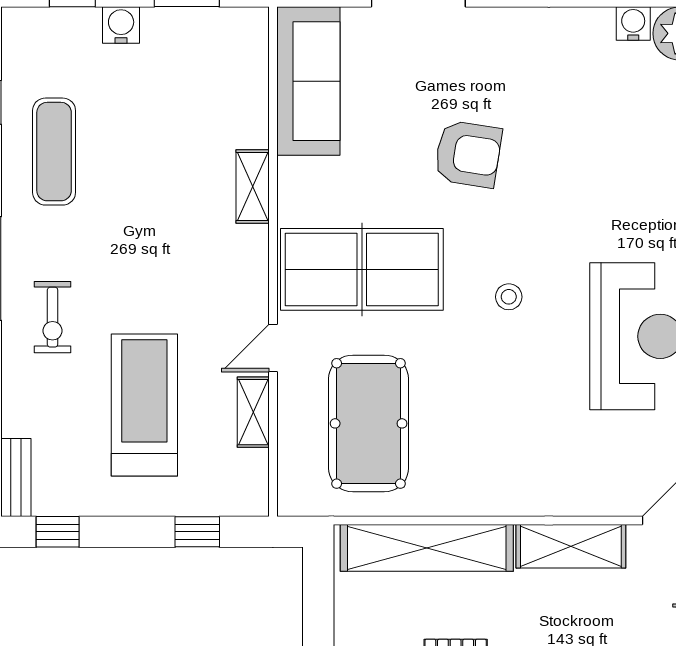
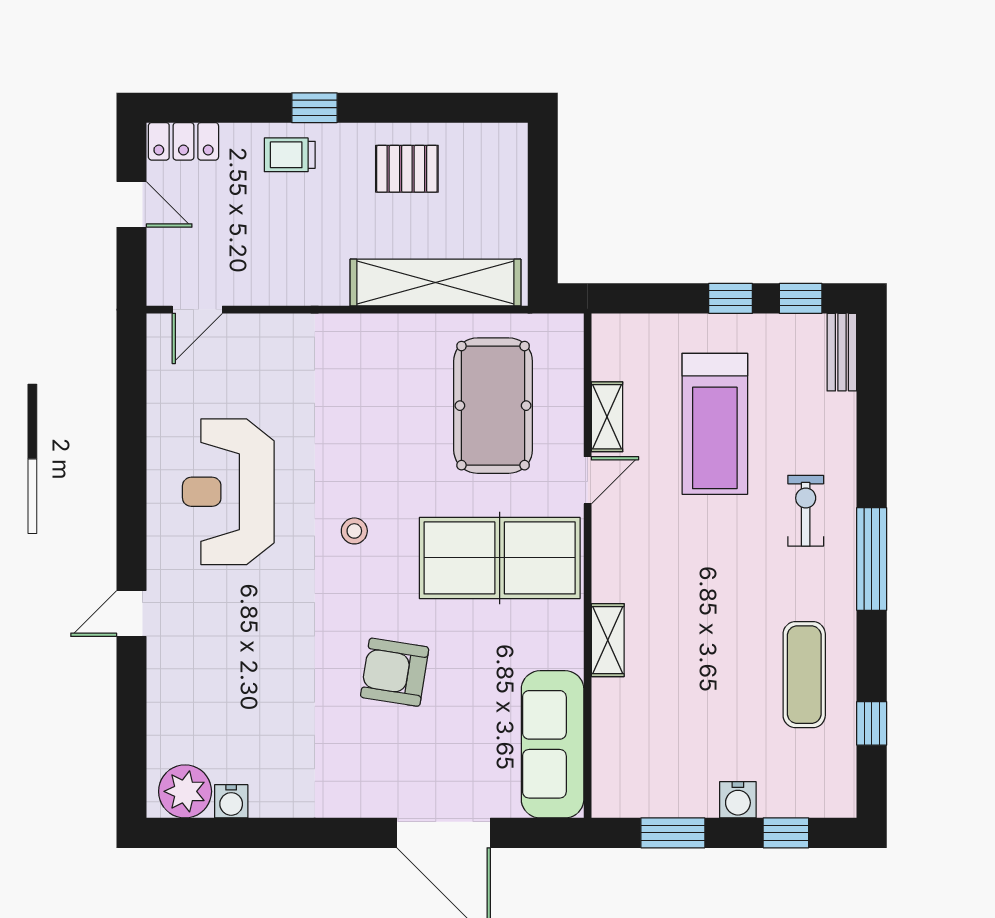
window: (197, 532) -> (731, 298), moved
shelving: (571, 546) -> (293, 284), removed

